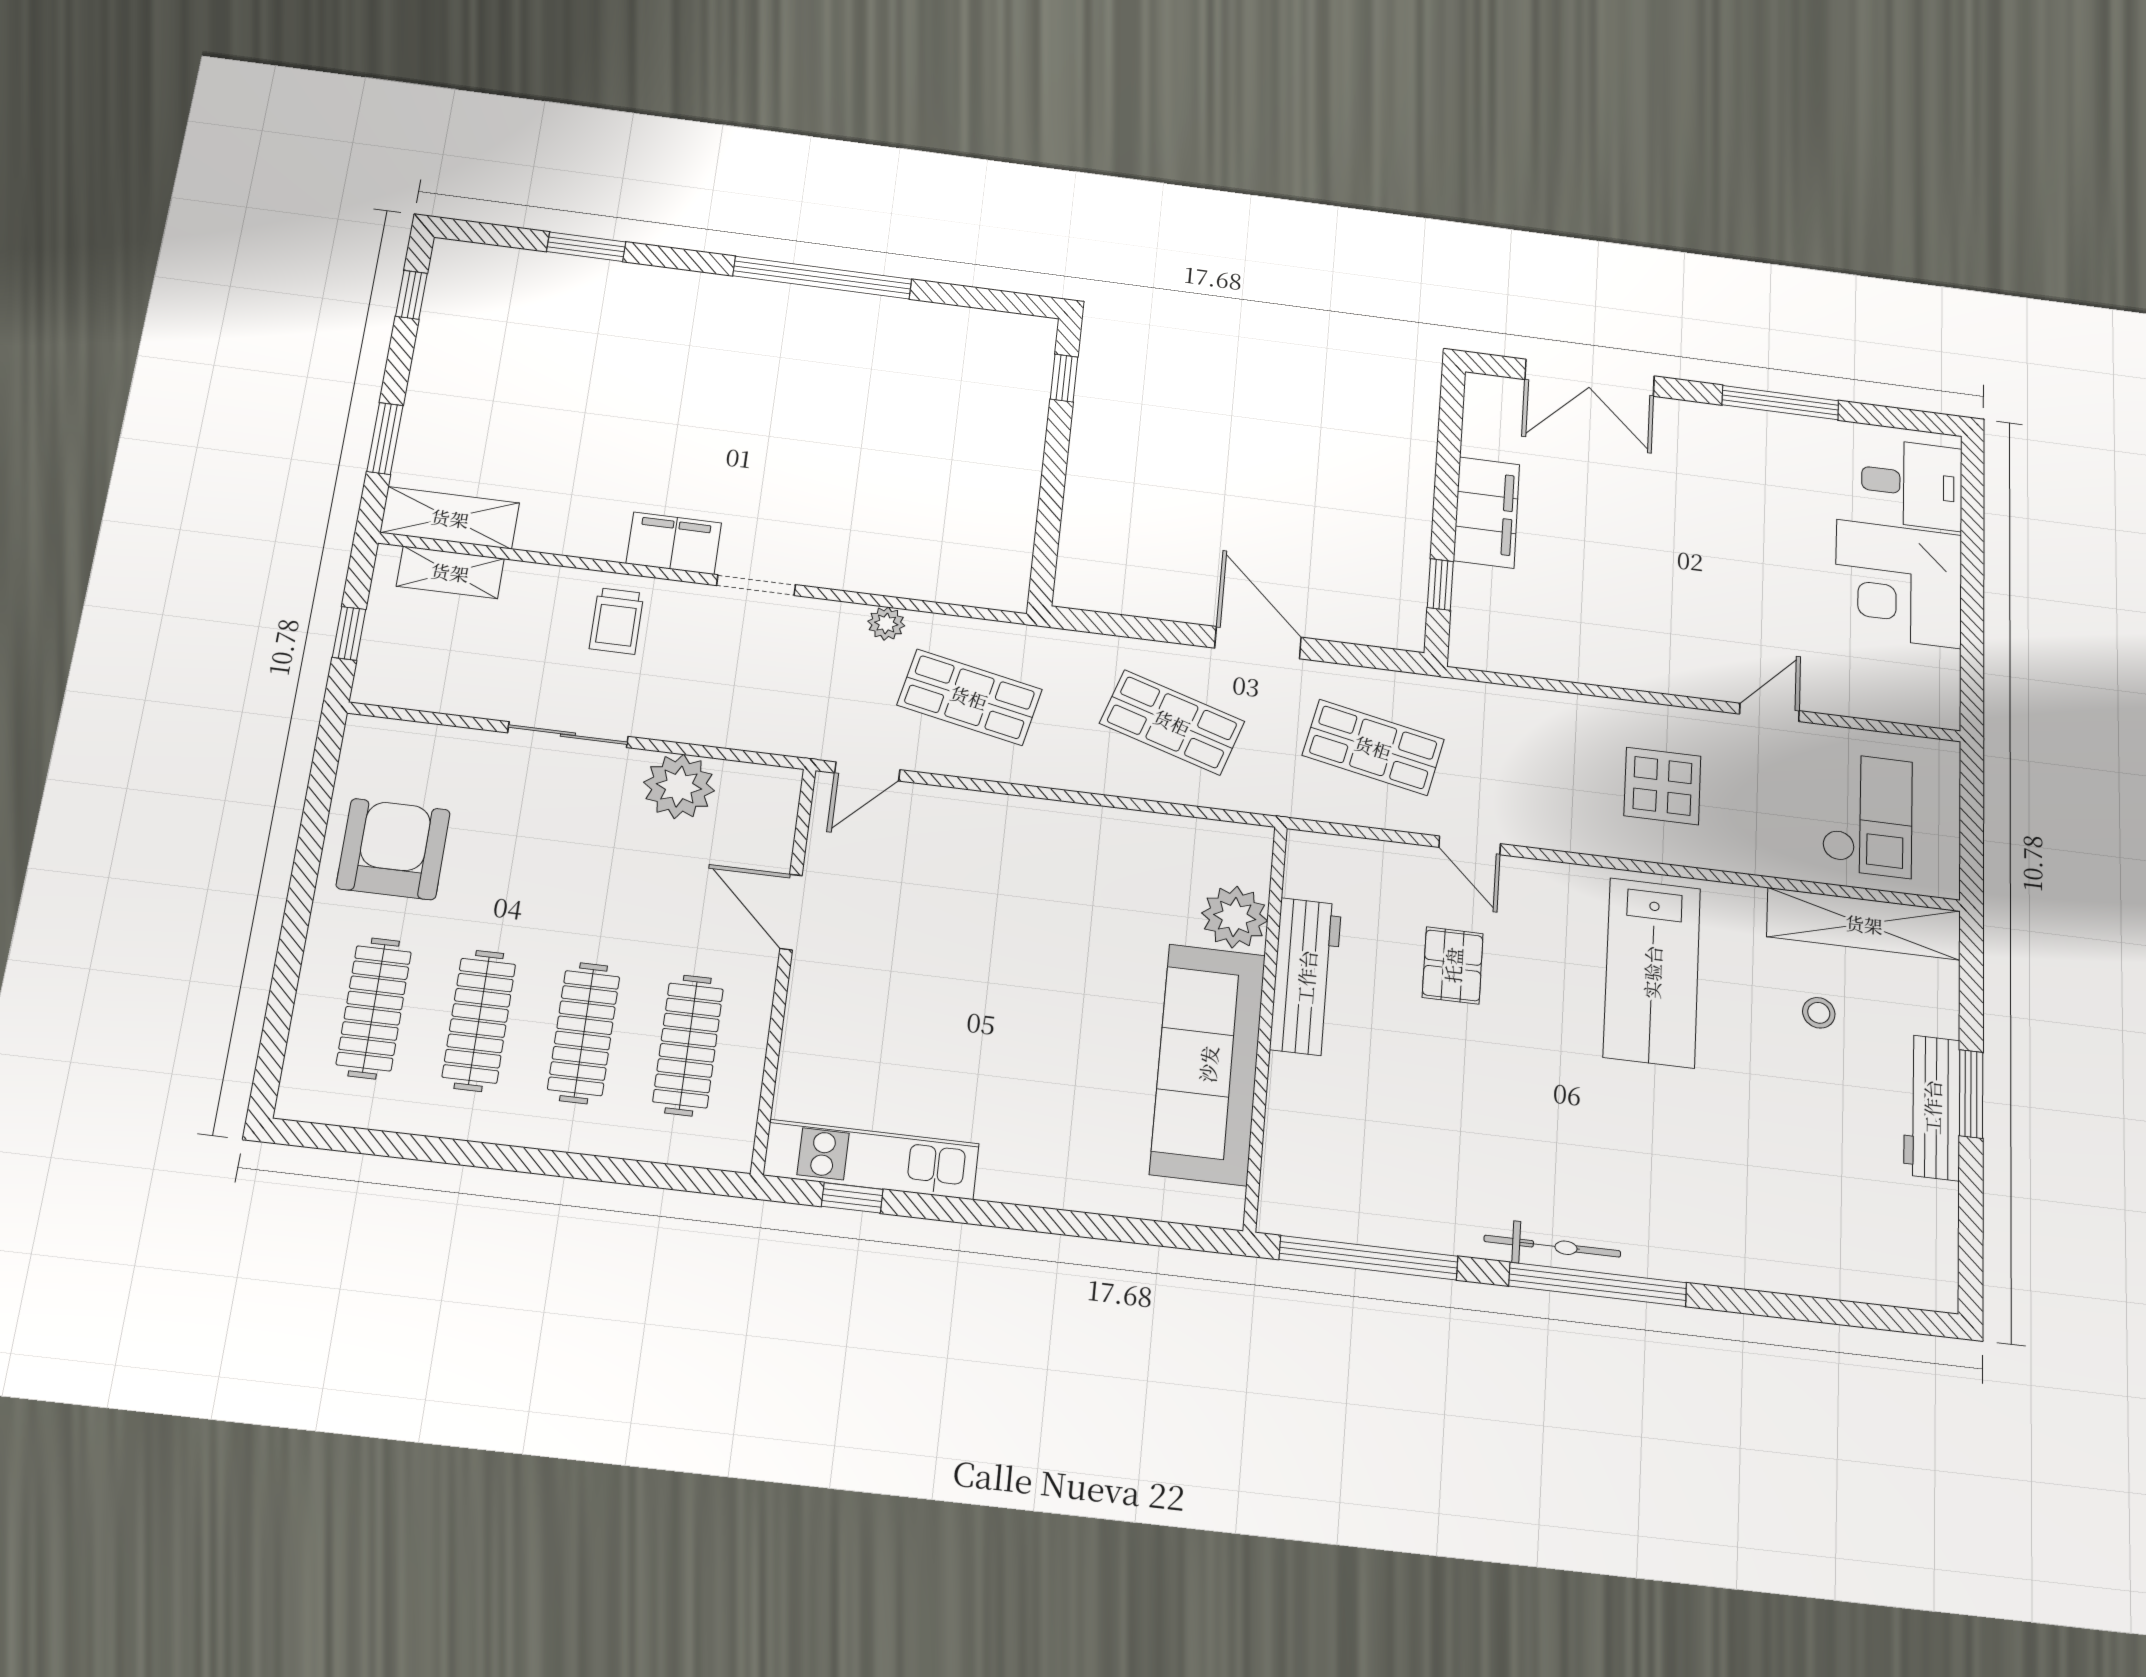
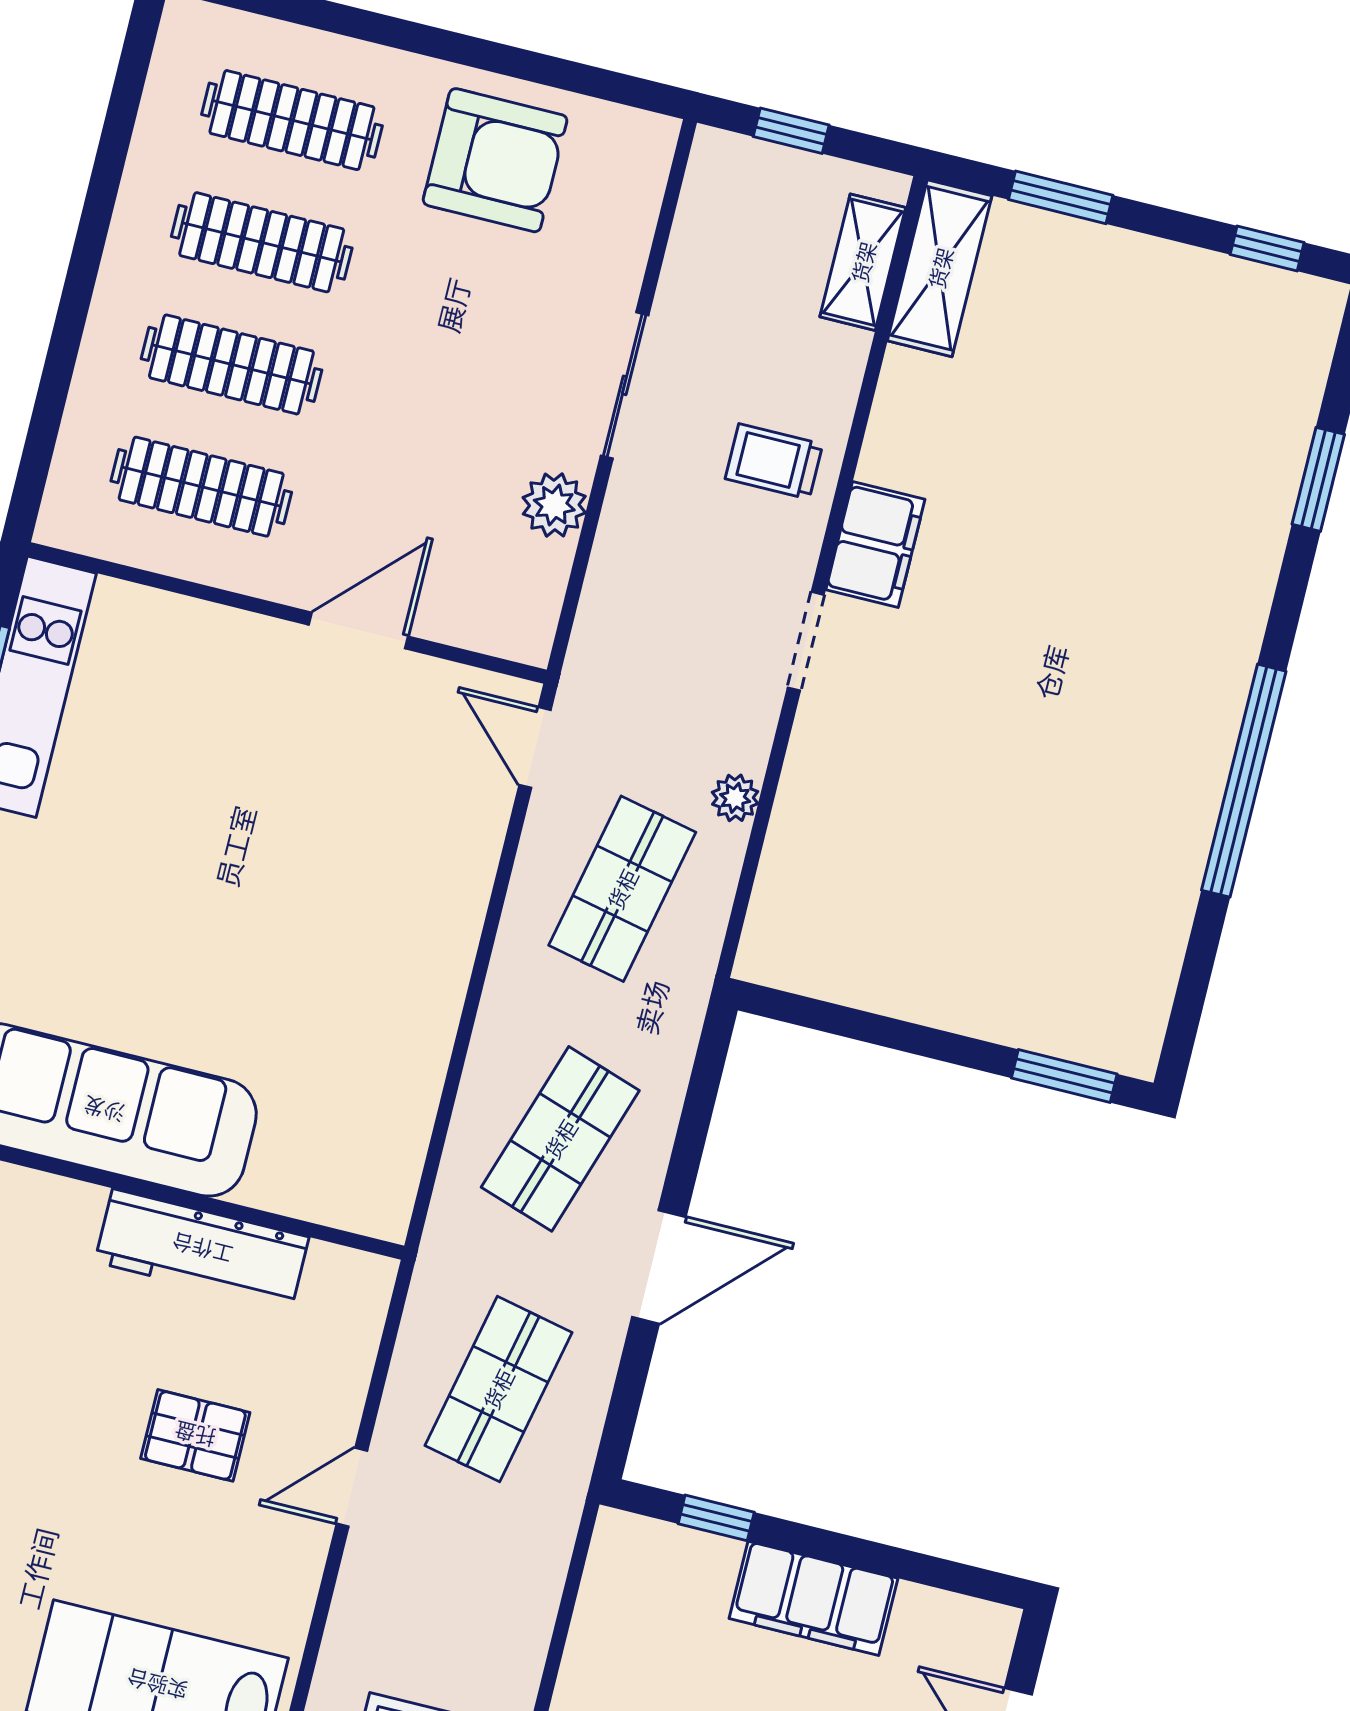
window: (1064, 378) -> (1064, 1076), width x1.50
plant: (679, 786) -> (554, 505), width x0.73, depth x0.73
plant: (1235, 917) -> (290, 1175), removed

